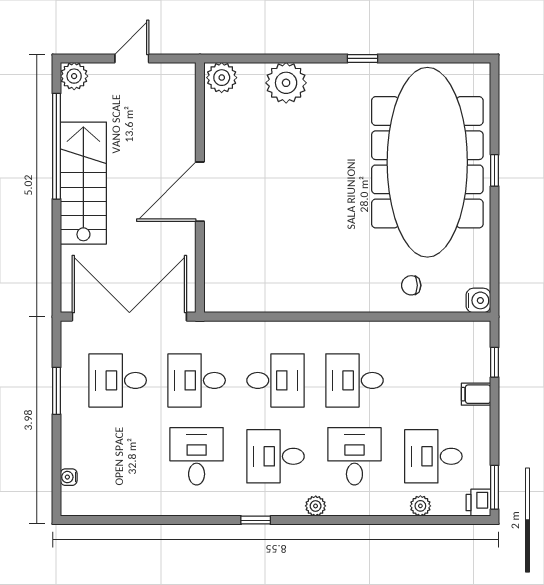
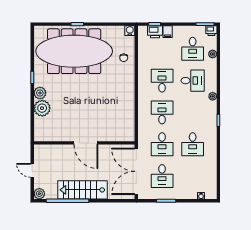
plant: (222, 78) -> (40, 93), moved
printer: (476, 363) -> (155, 32), added
desk: (354, 380) -> (162, 81), turned 180
desk: (197, 456) -> (193, 144), turned -90
desk: (276, 456) -> (193, 112), removed
desk: (354, 456) -> (193, 81), turned 180

